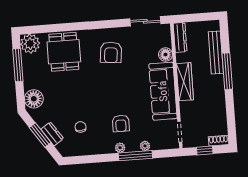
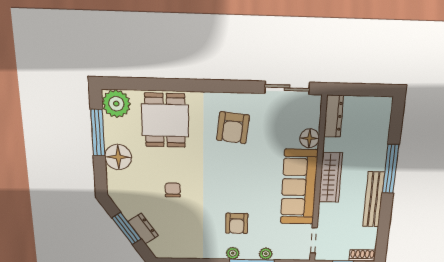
bench: (216, 52) -> (374, 200), moved
floor lamp: (34, 99) -> (118, 157), moved
chair: (80, 127) -> (173, 190), moved

